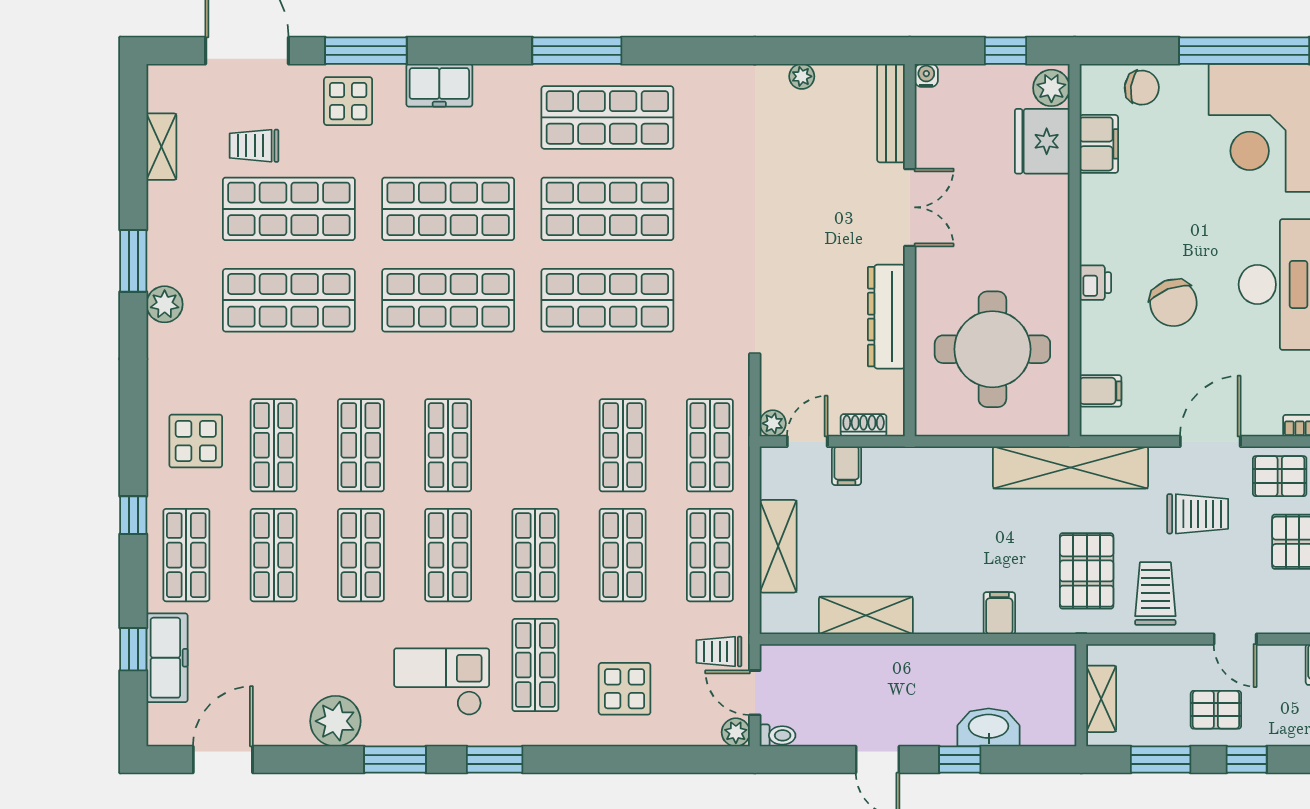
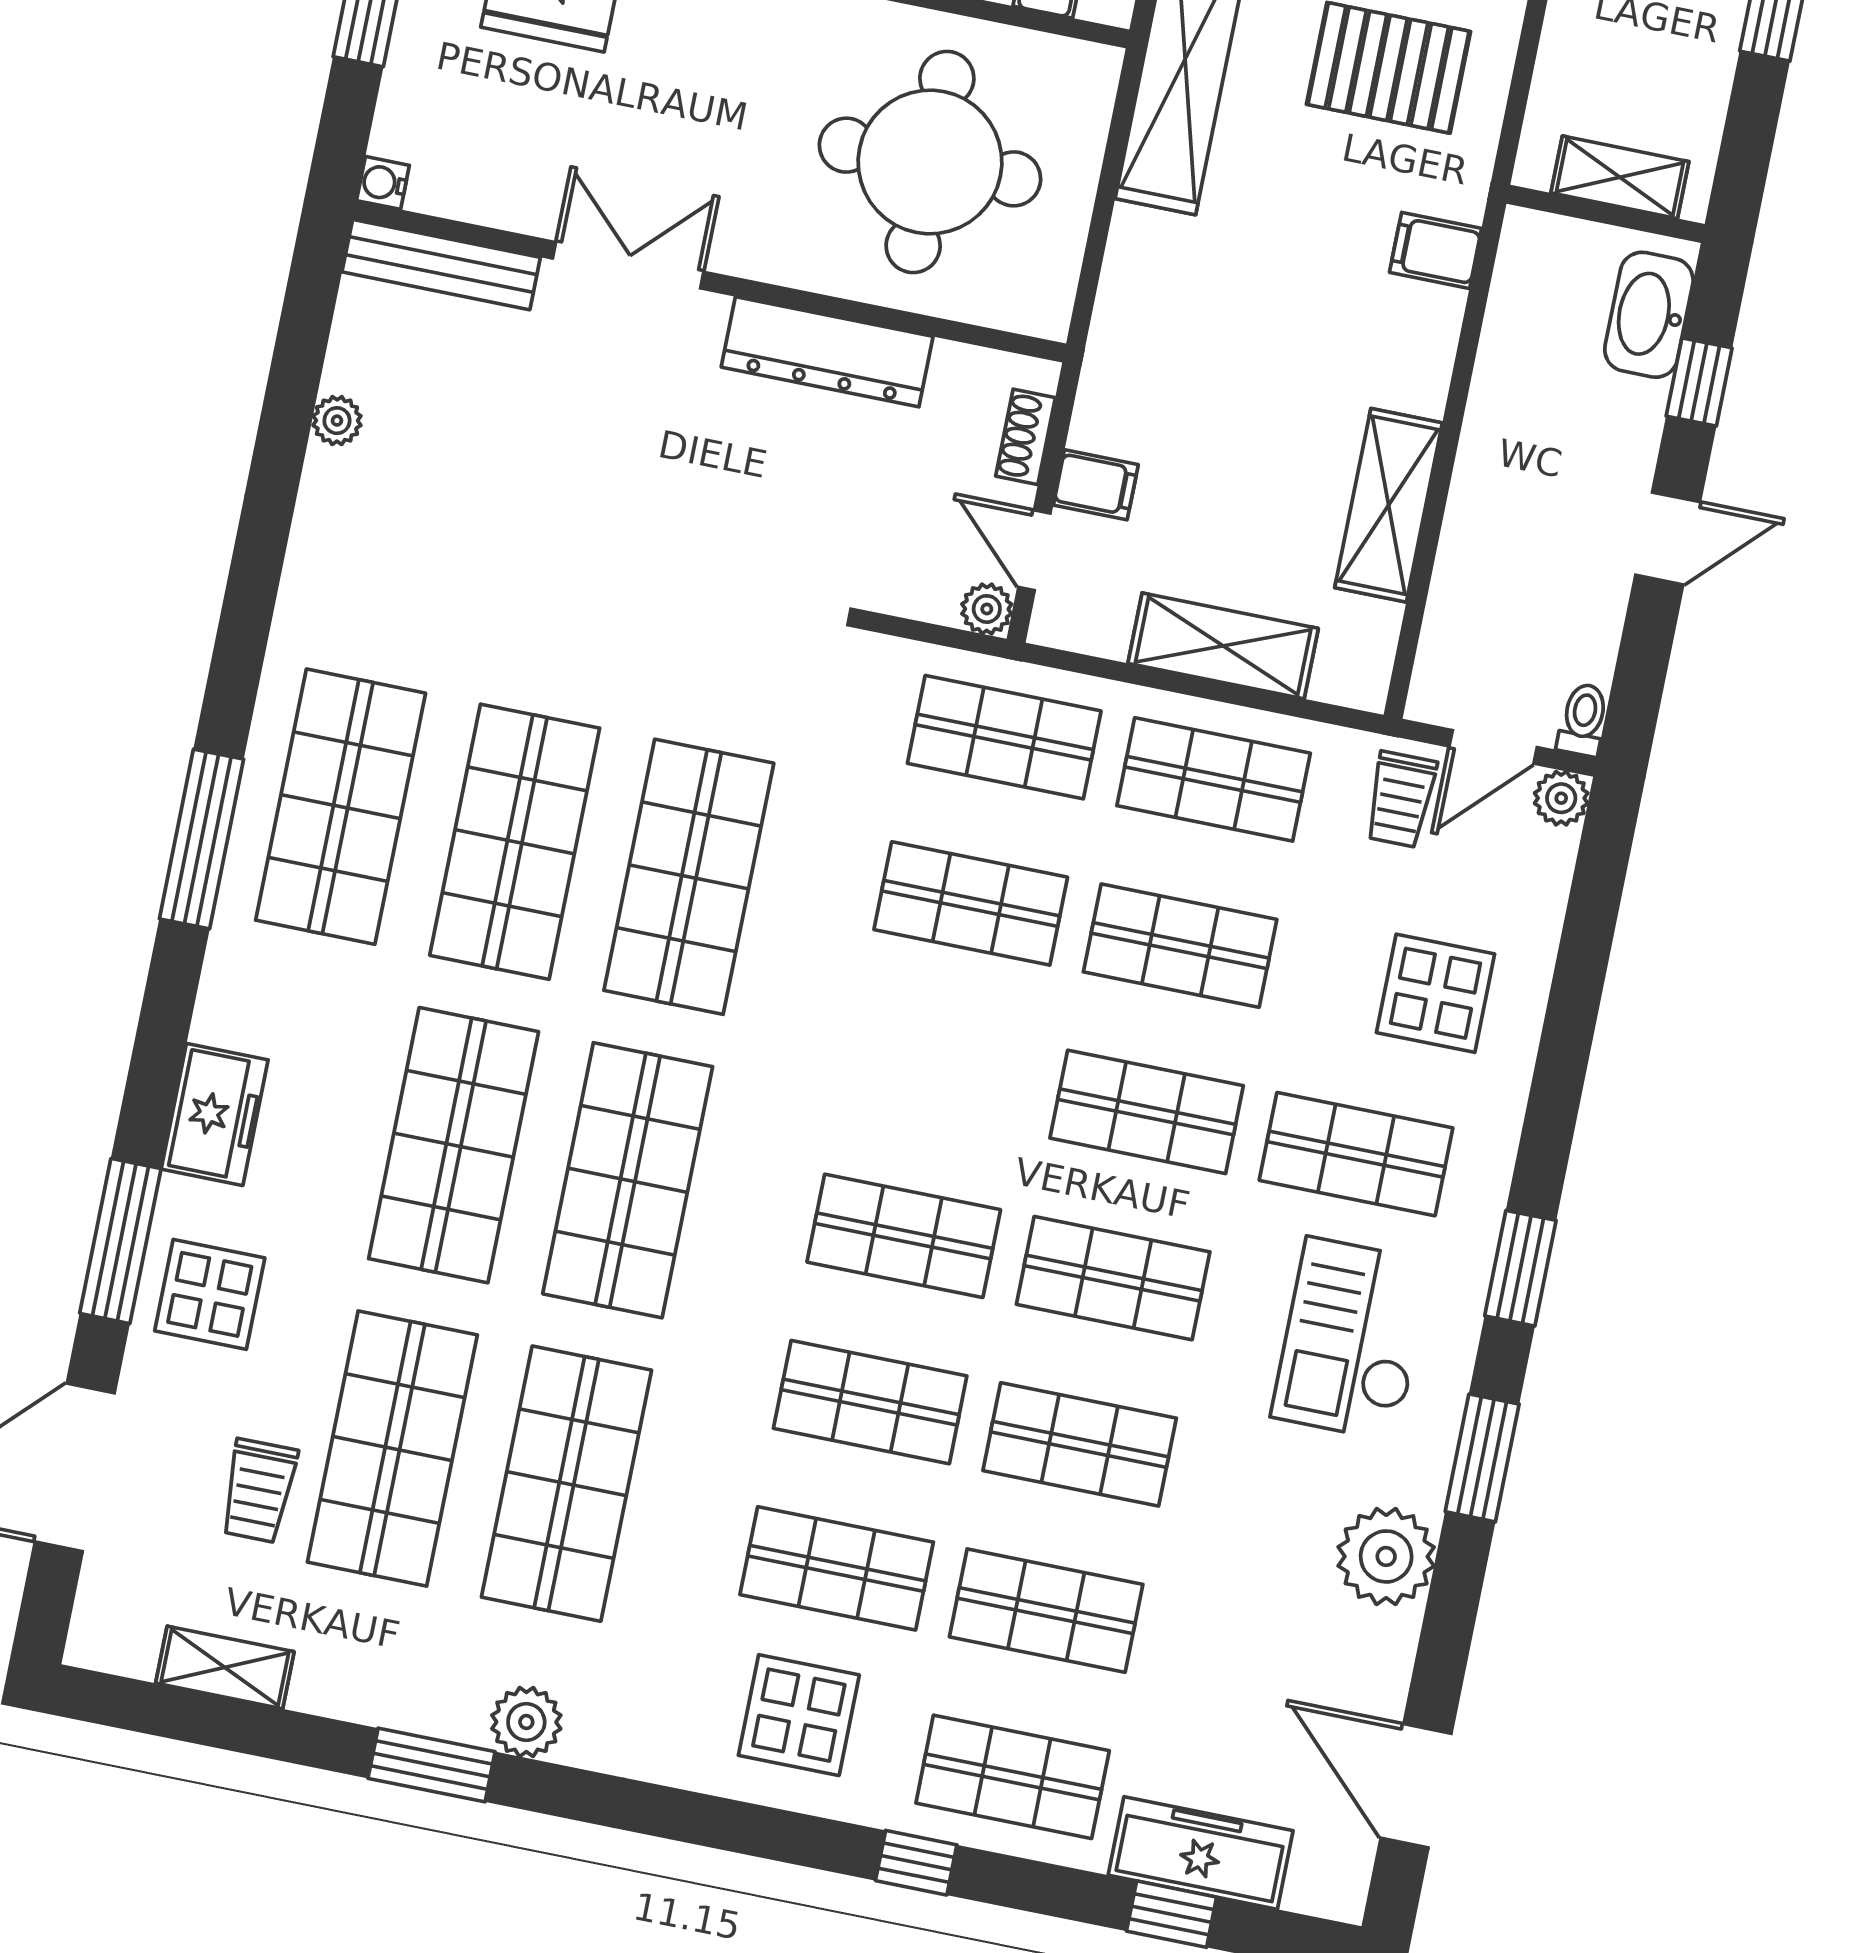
wall: (1081, 695) -> (1606, 214), moved
shelving: (1101, 699) -> (1620, 177), moved

